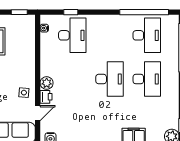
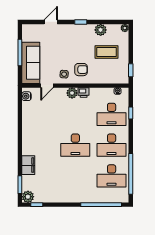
armchair: (18, 72) -> (81, 70), added
desk: (147, 79) -> (112, 145), moved
printer: (46, 97) -> (84, 93), moved
door: (38, 113) -> (47, 86), hinge flipped

